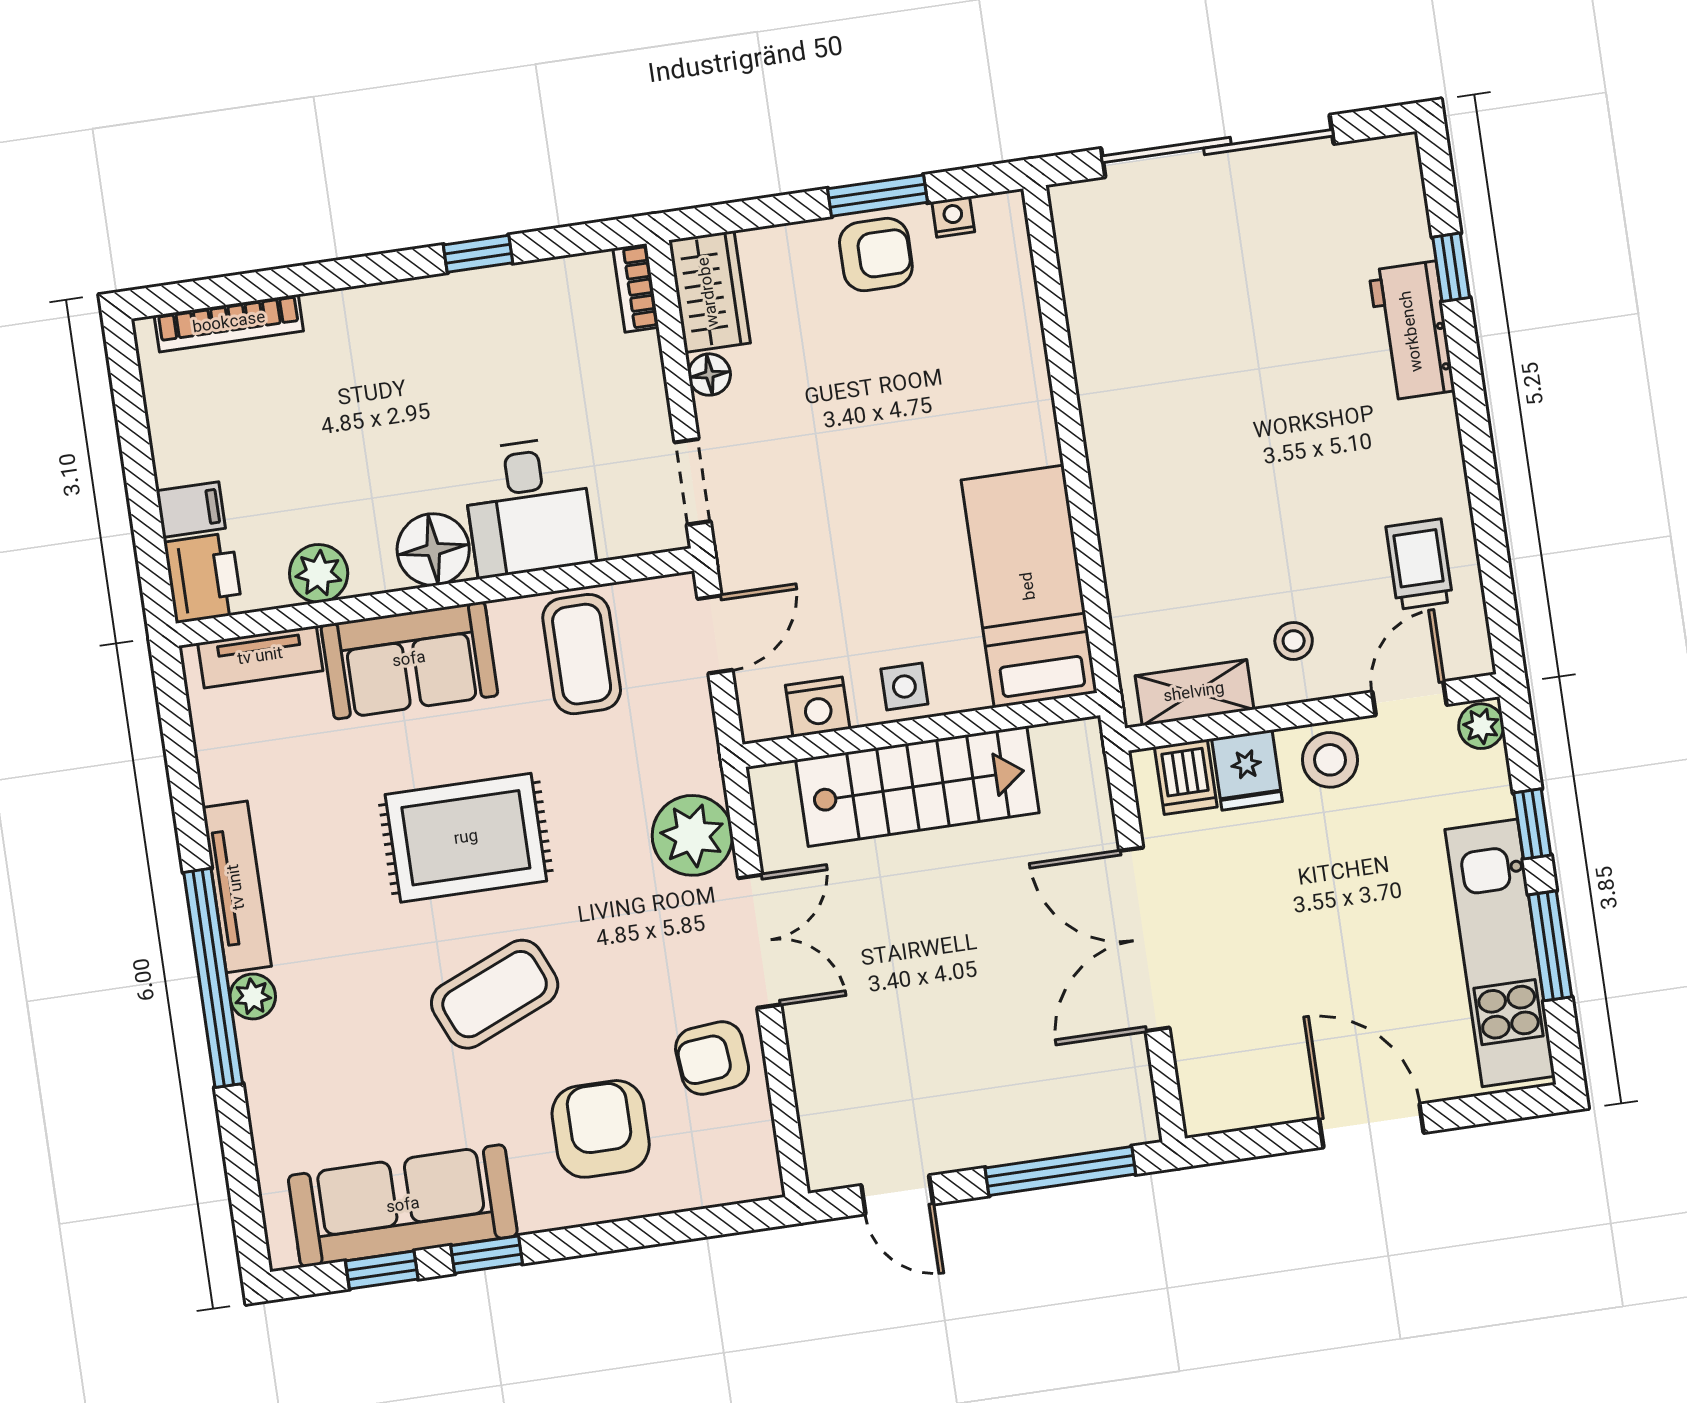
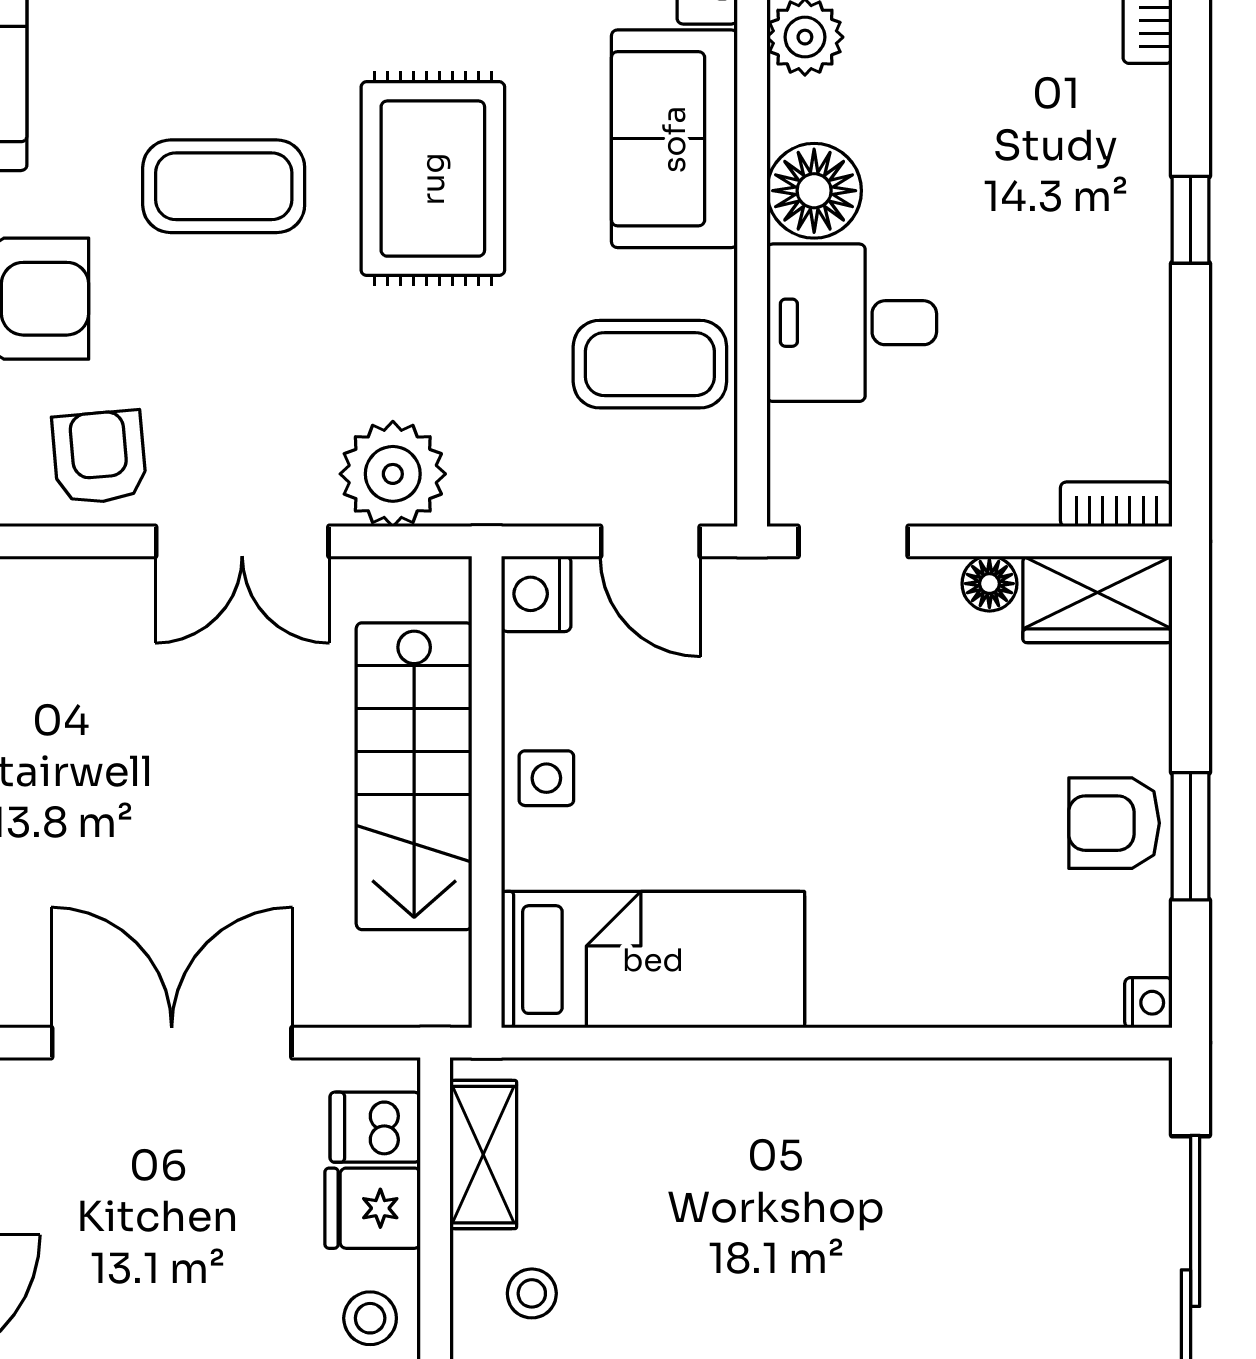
nightstand: (953, 217) -> (1148, 1003), moved
window: (478, 254) -> (1191, 220), moved
armchair: (876, 255) -> (1114, 823), turned 90
nightstand: (818, 707) -> (536, 594), moved
stool: (1330, 760) -> (370, 1318), width x0.73, depth x0.73
coffee table: (495, 994) -> (224, 186), turned -67

